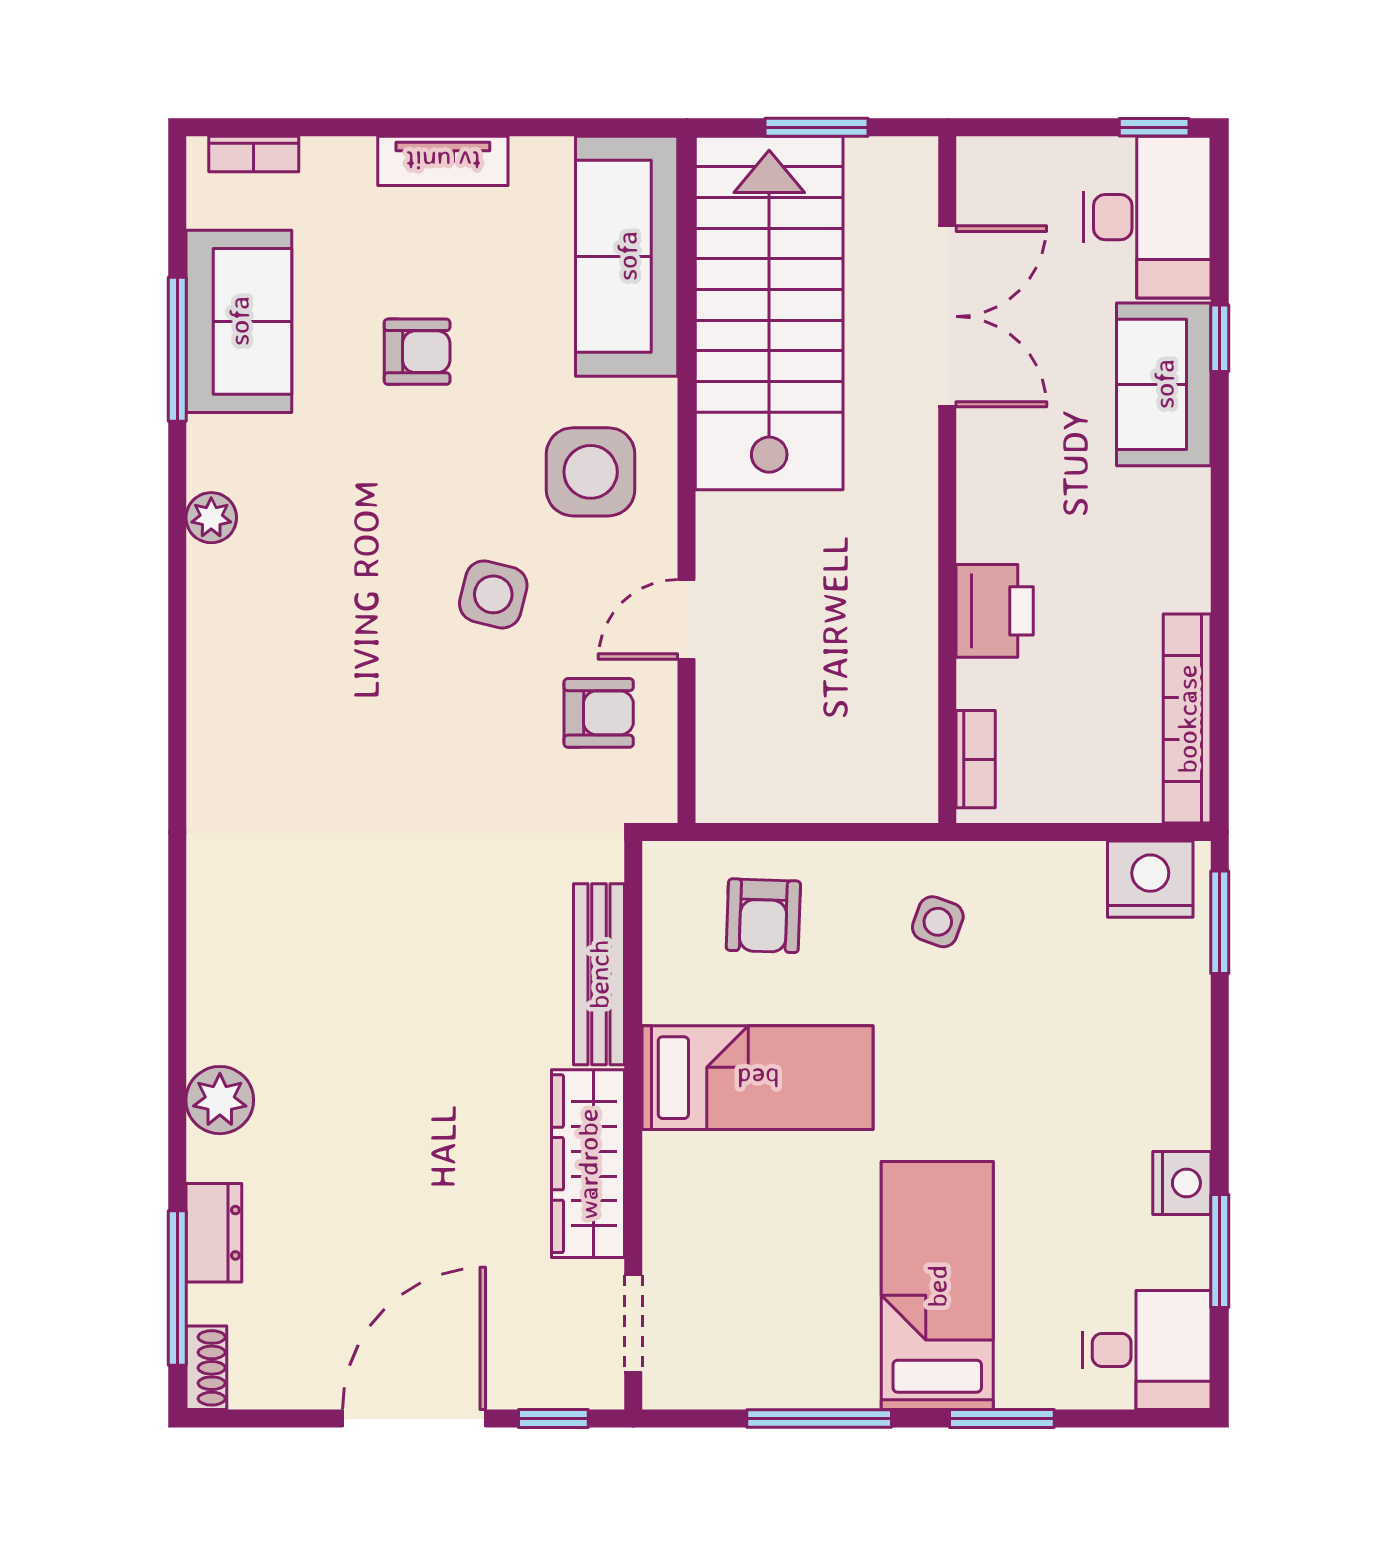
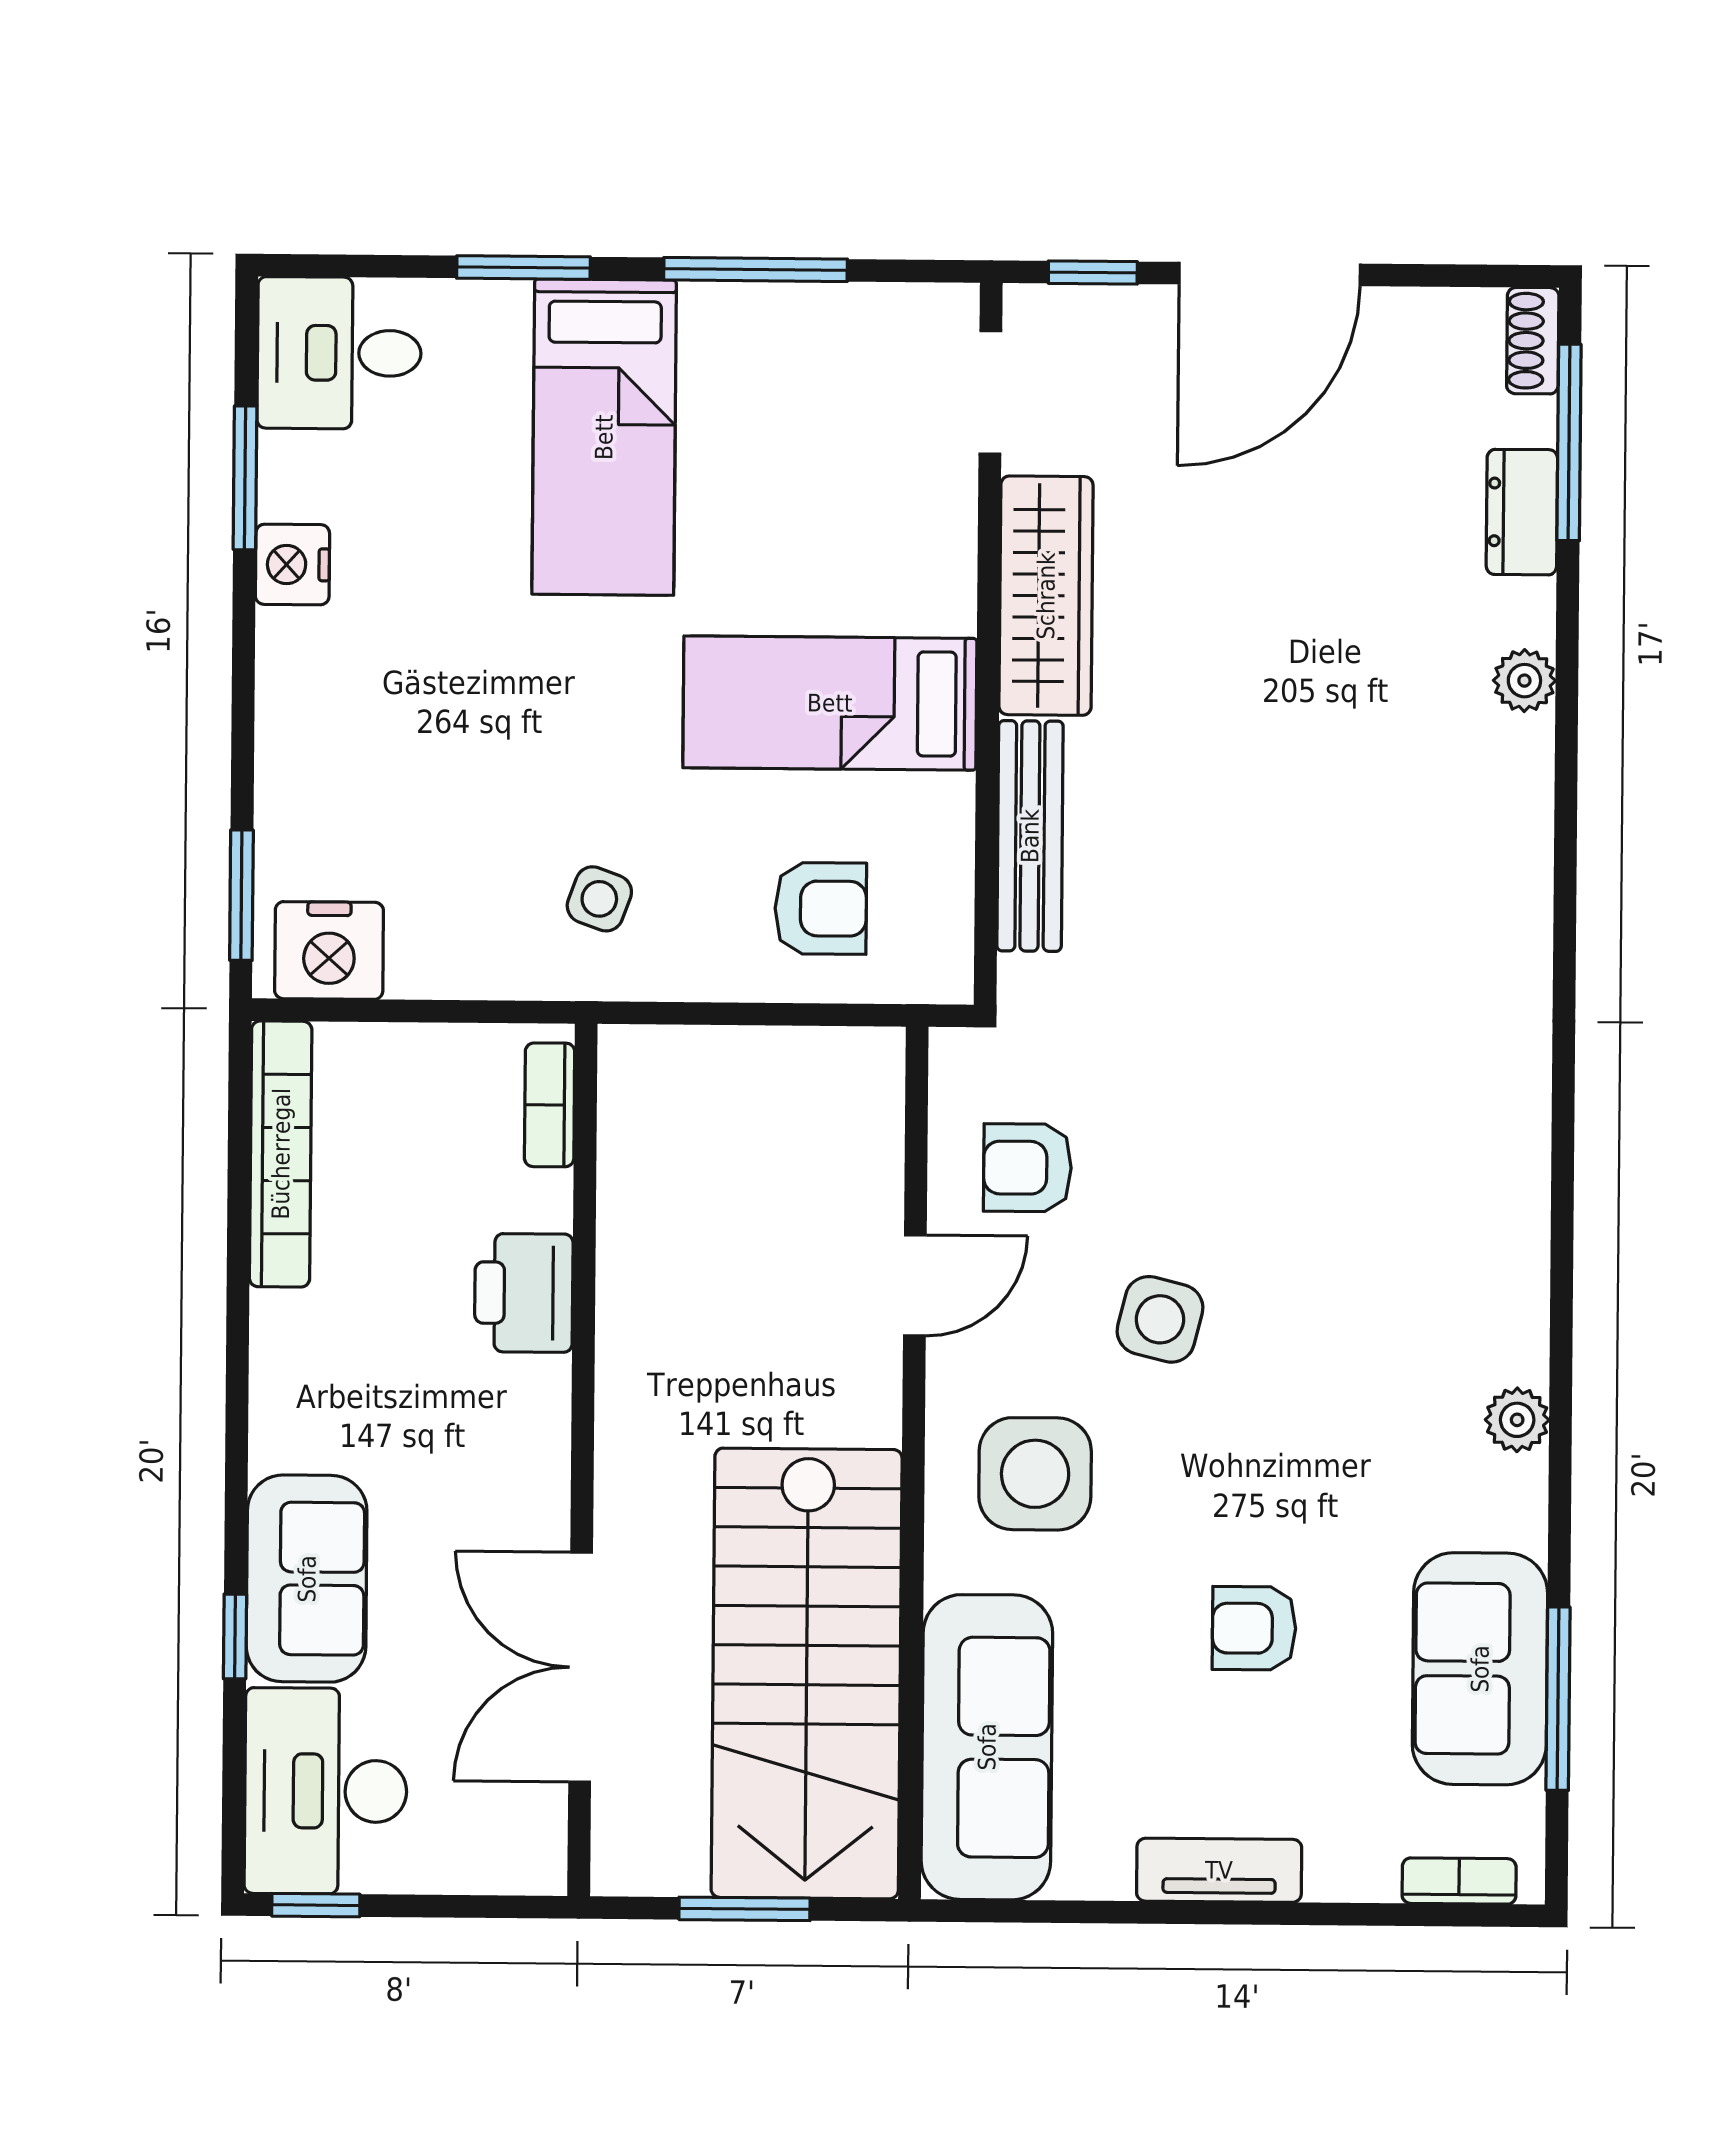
window: (177, 349) -> (1558, 1699), moved
armchair: (763, 916) -> (821, 908), turned 88
plant: (220, 1100) -> (1524, 681), width x0.73, depth x0.73

